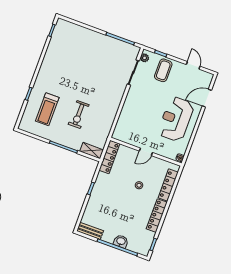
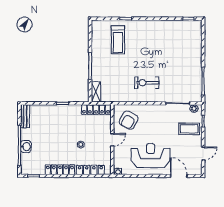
treadmill: (47, 109) -> (118, 40), turned -90
exercise bike: (79, 115) -> (147, 83), moved
armchair: (132, 128) -> (129, 120), added
door: (146, 152) -> (112, 140), swing flipped

